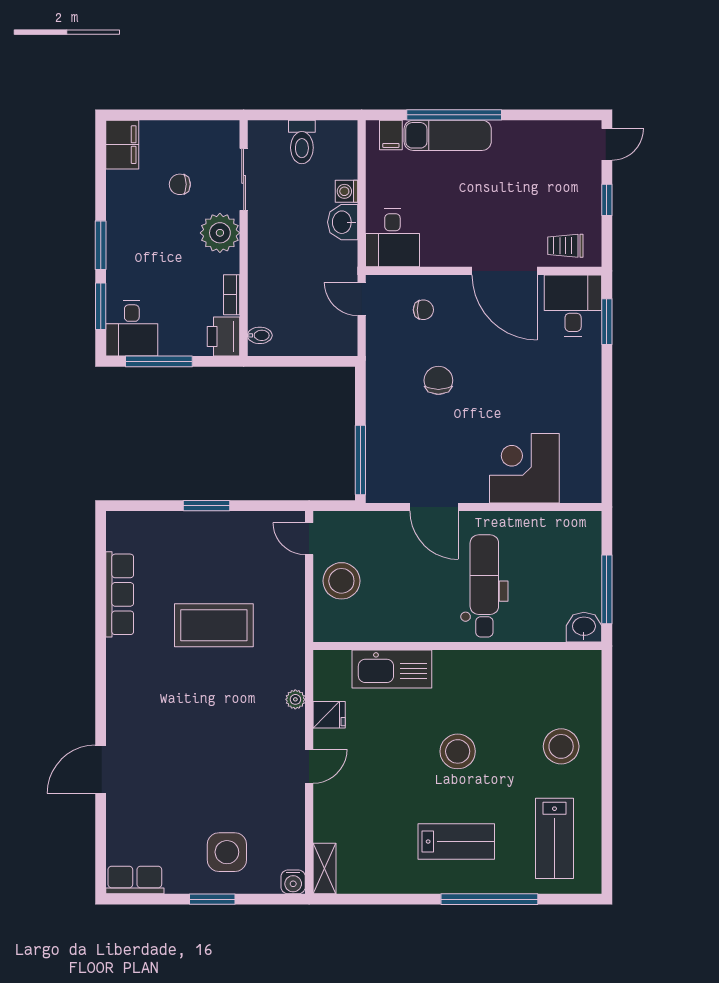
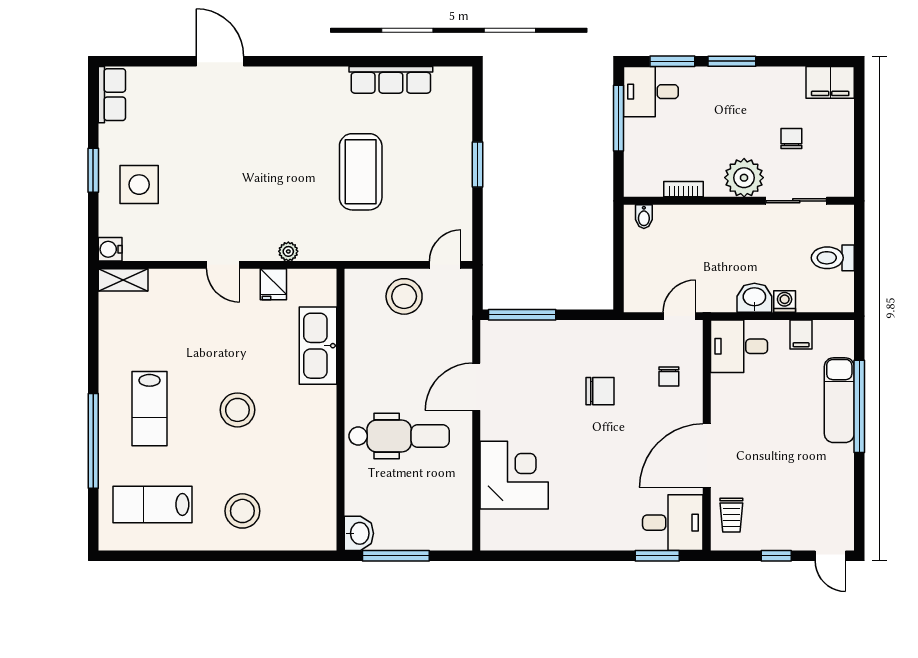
filing cabinet: (391, 135) -> (801, 335), moved, turned -90
trolley: (565, 246) -> (731, 515), turned 180
printer: (223, 337) -> (643, 181), removed

